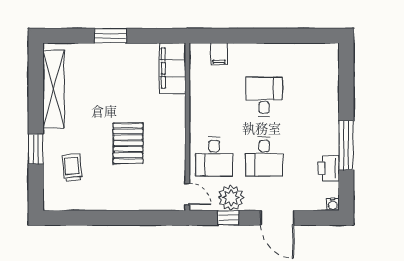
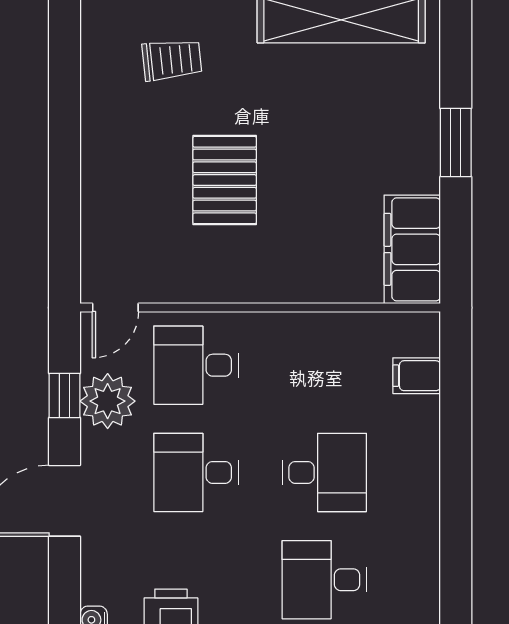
filing cabinet: (172, 68) -> (412, 249), moved, turned -90
desk: (314, 97) -> (324, 580), added
pallet: (128, 143) -> (225, 180), turned 90

